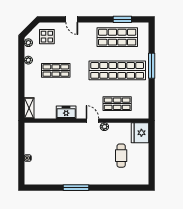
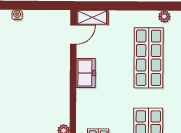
shop shelf: (56, 70) -> (149, 58), width x1.43, depth x1.36
door: (92, 121) -> (73, 34), moved

